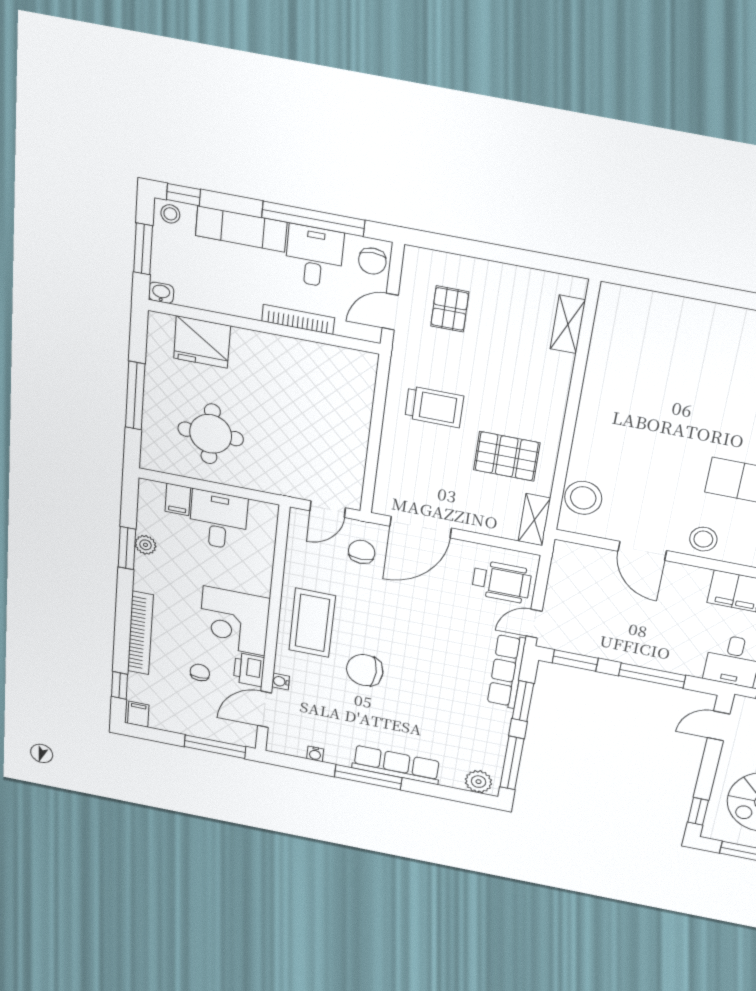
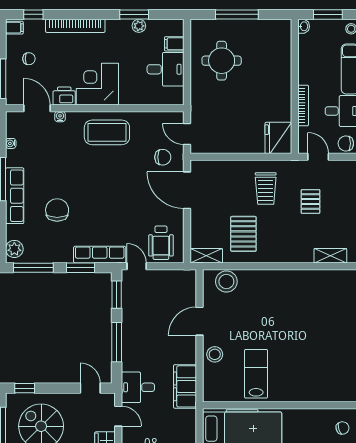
pallet: (450, 309) -> (310, 201), moved, turned 90
fridge: (202, 342) -> (278, 138), moved
chair: (365, 670) -> (57, 210), moved
chair: (200, 673) -> (29, 59), moved

